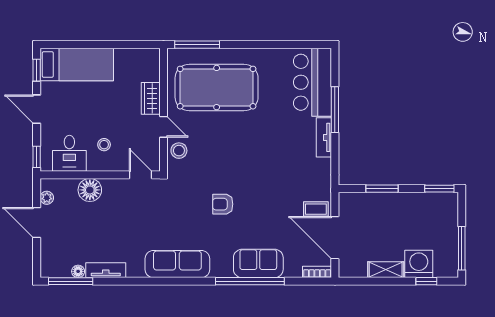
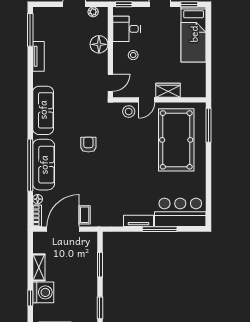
sofa: (258, 263) -> (44, 165), width x1.36
floor lamp: (78, 271) -> (38, 199), moved

